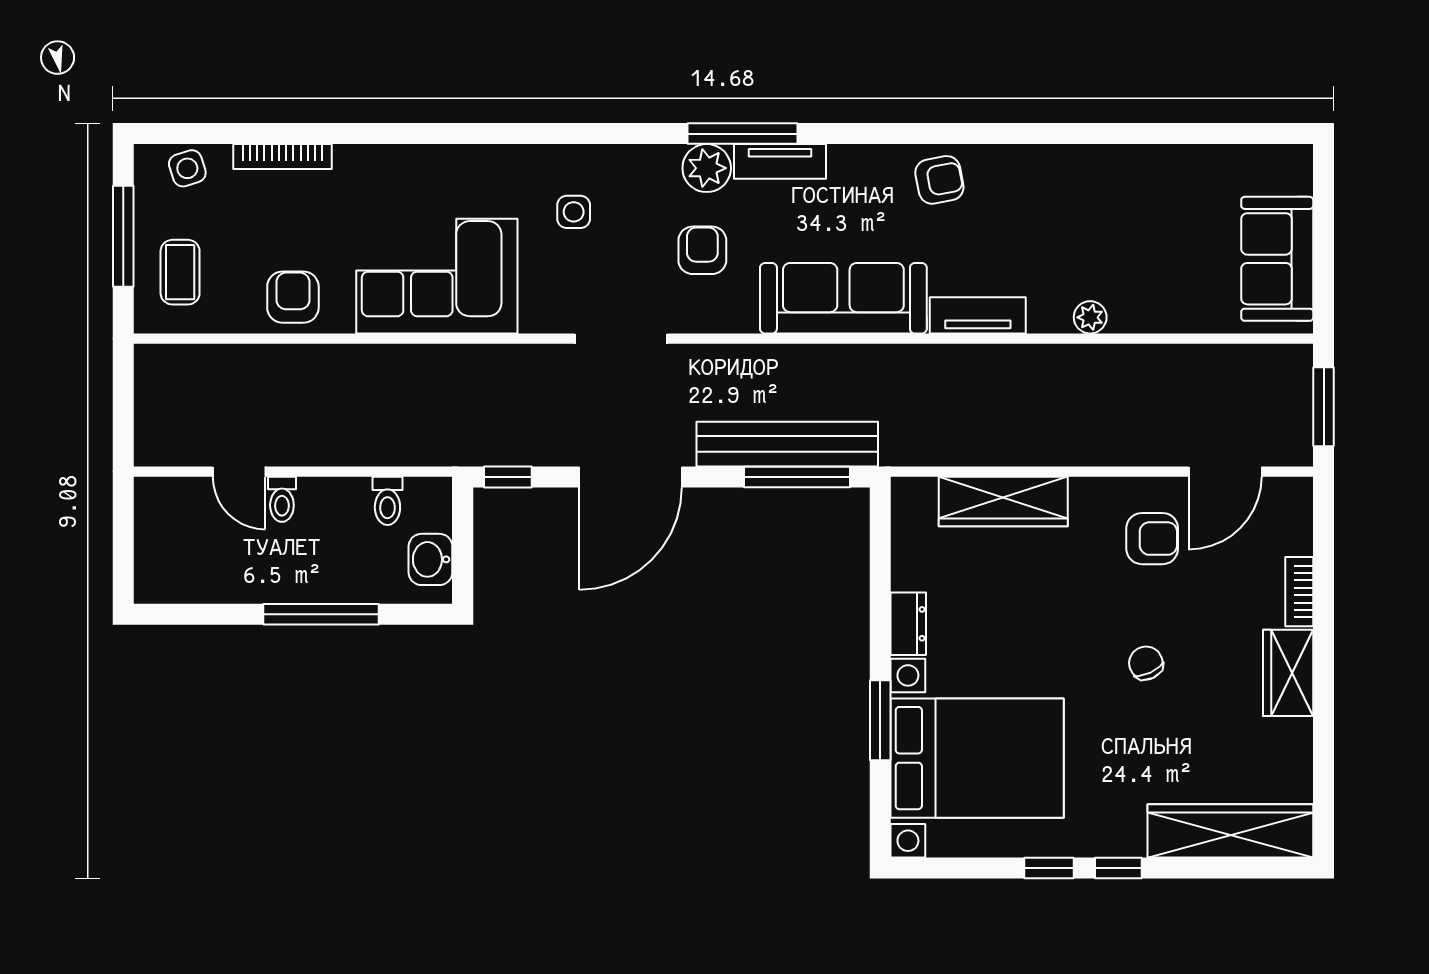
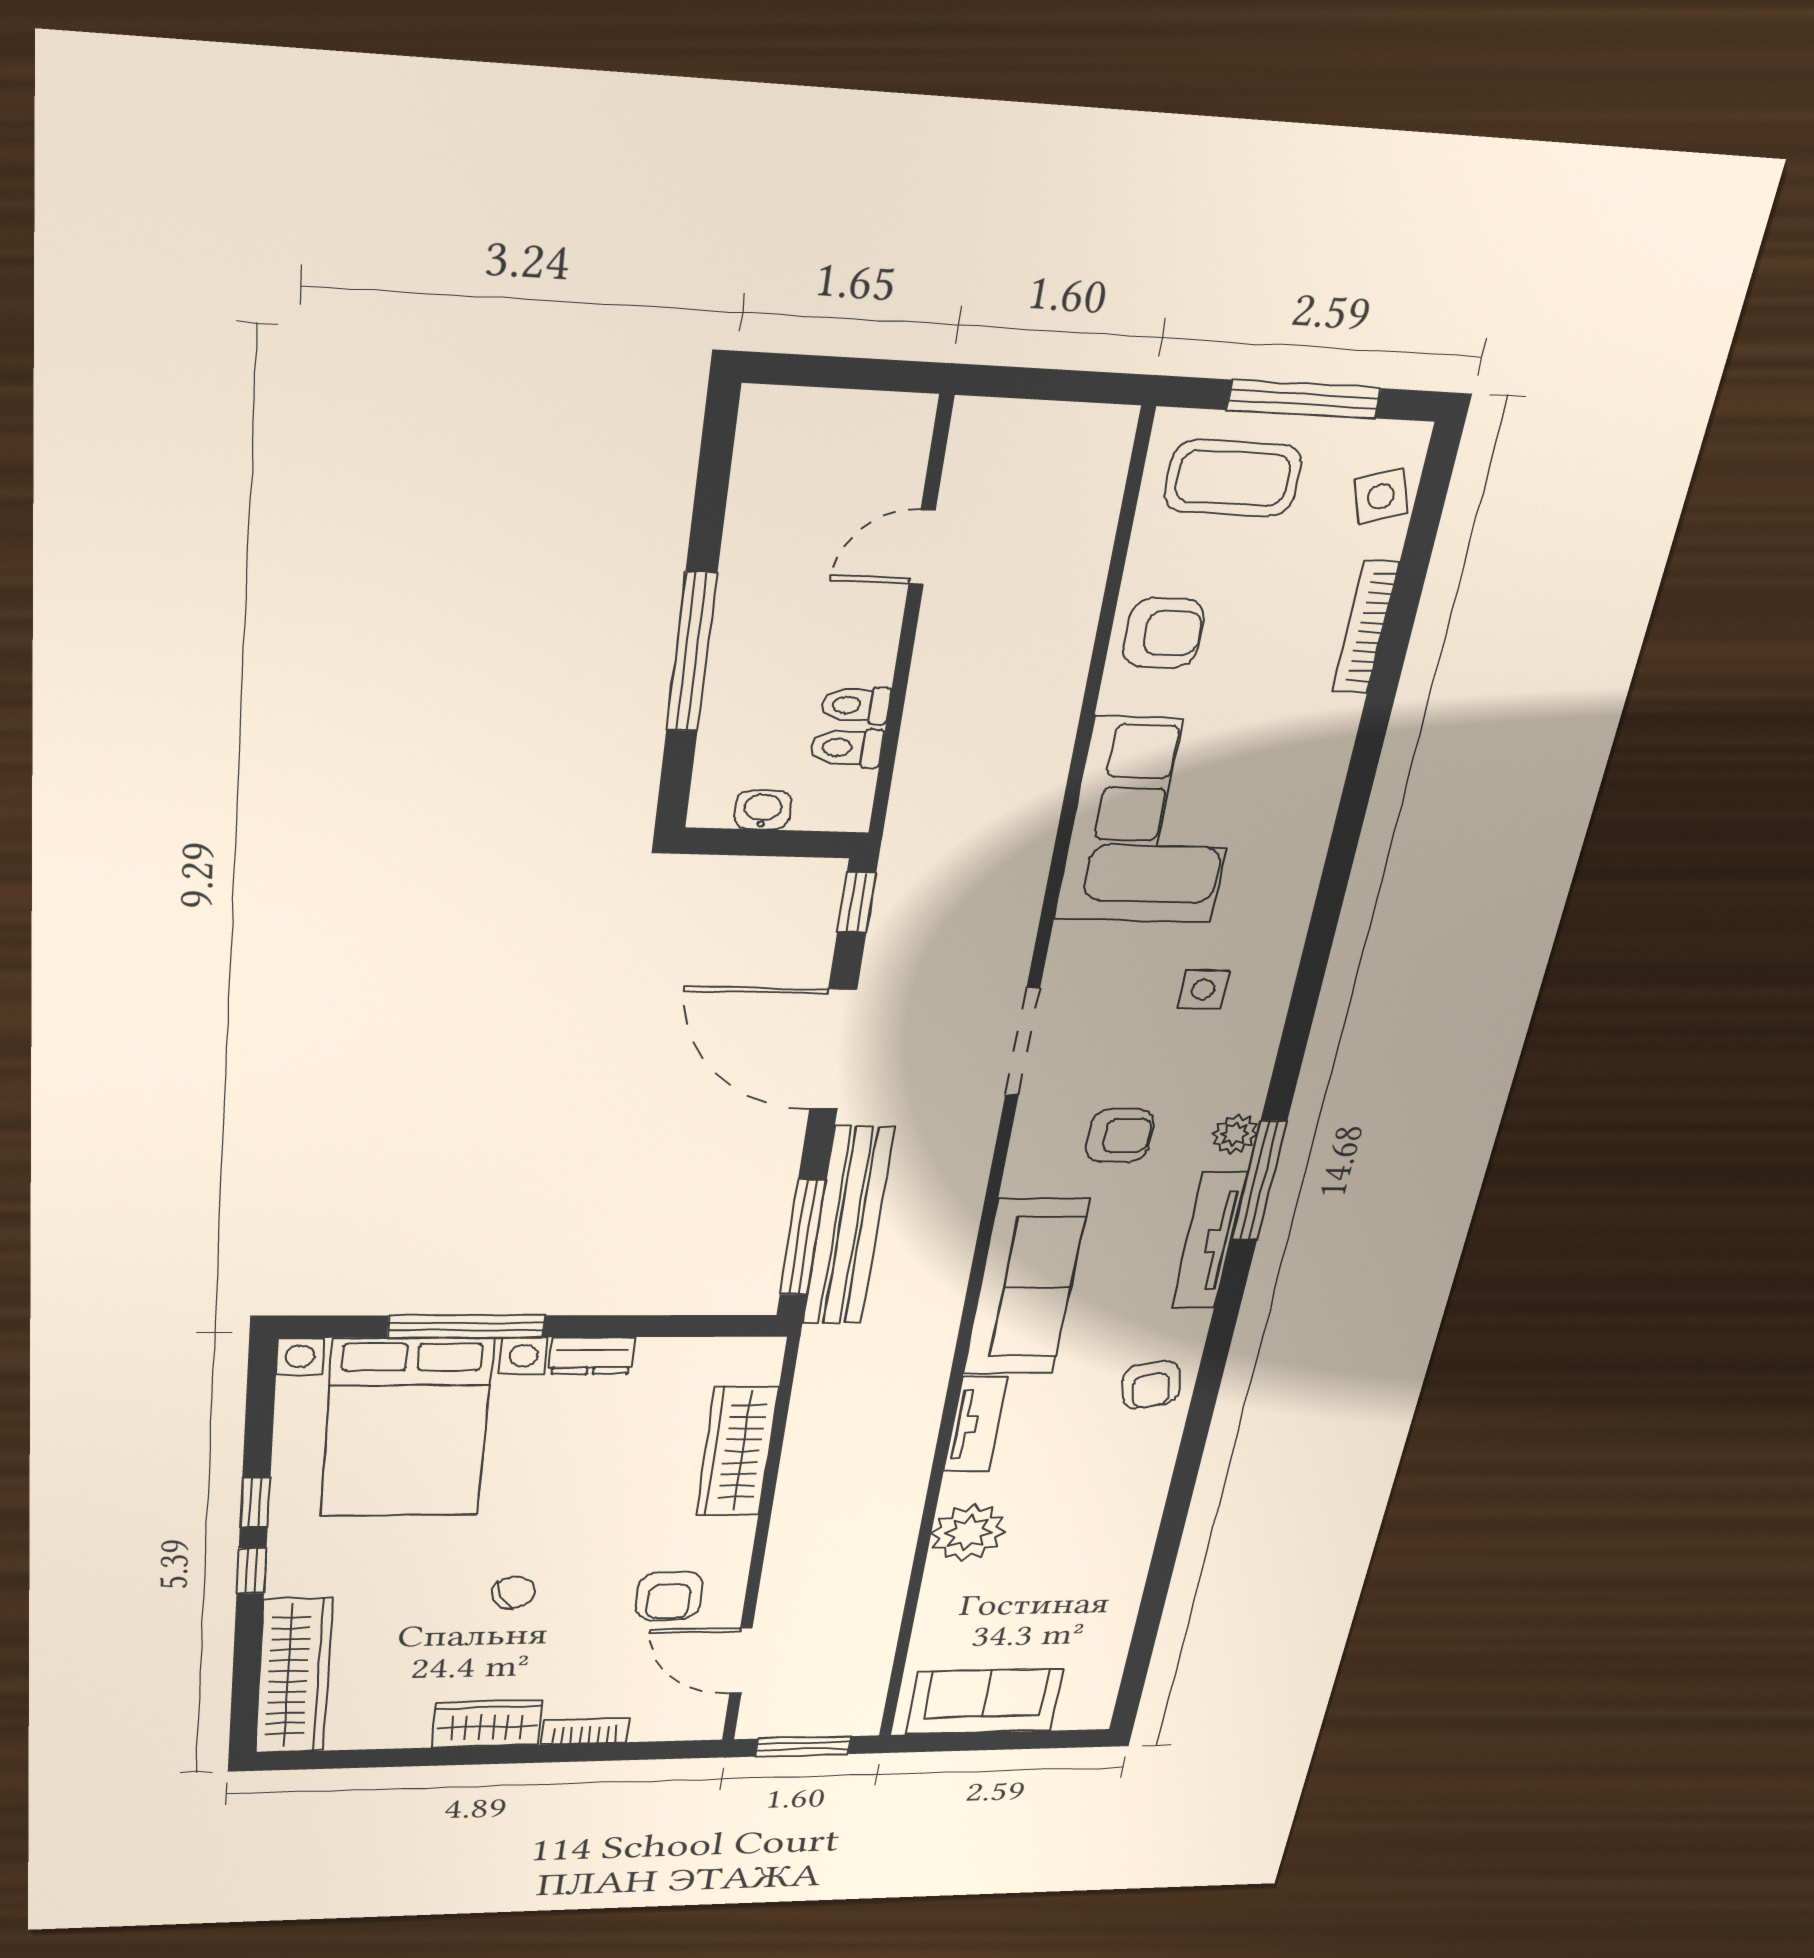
tv unit: (780, 161) -> (1209, 1241), width x1.41
plant: (707, 168) -> (1235, 1134), width x0.73, depth x0.73
coffee table: (180, 272) -> (1233, 478), width x1.36, depth x1.30
plant: (1090, 317) -> (968, 1533), width x1.87, depth x1.87
toilet: (282, 499) -> (856, 705), moved
washbasin: (430, 559) -> (763, 810), width x0.72, depth x0.69
window: (880, 720) -> (466, 1326), width x1.44

